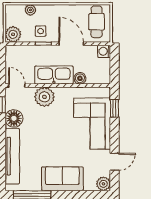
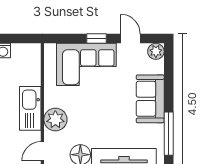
boiler: (80, 78) -> (34, 78), removed
window: (115, 108) -> (96, 39), moved

